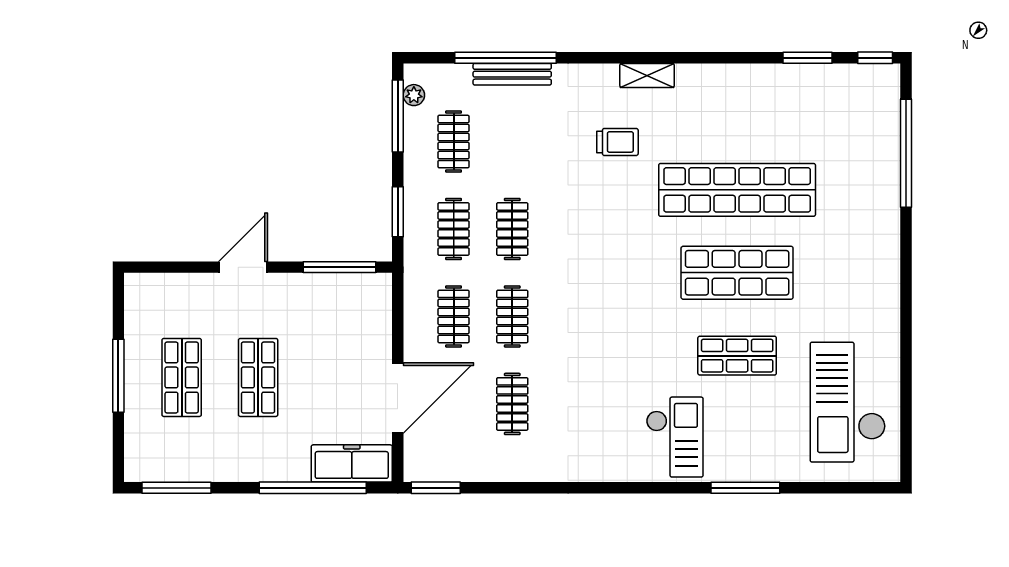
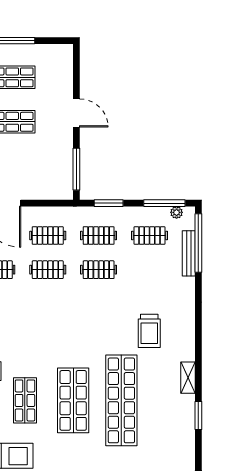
window: (505, 58) -> (198, 243), moved
window: (808, 58) -> (198, 415), moved
bench: (512, 74) -> (189, 253), moved
shelving: (647, 75) -> (188, 378), moved
trolley: (617, 142) -> (149, 331), width x1.36, depth x1.39

